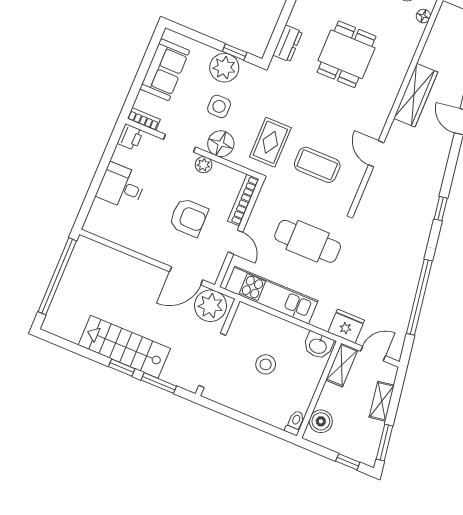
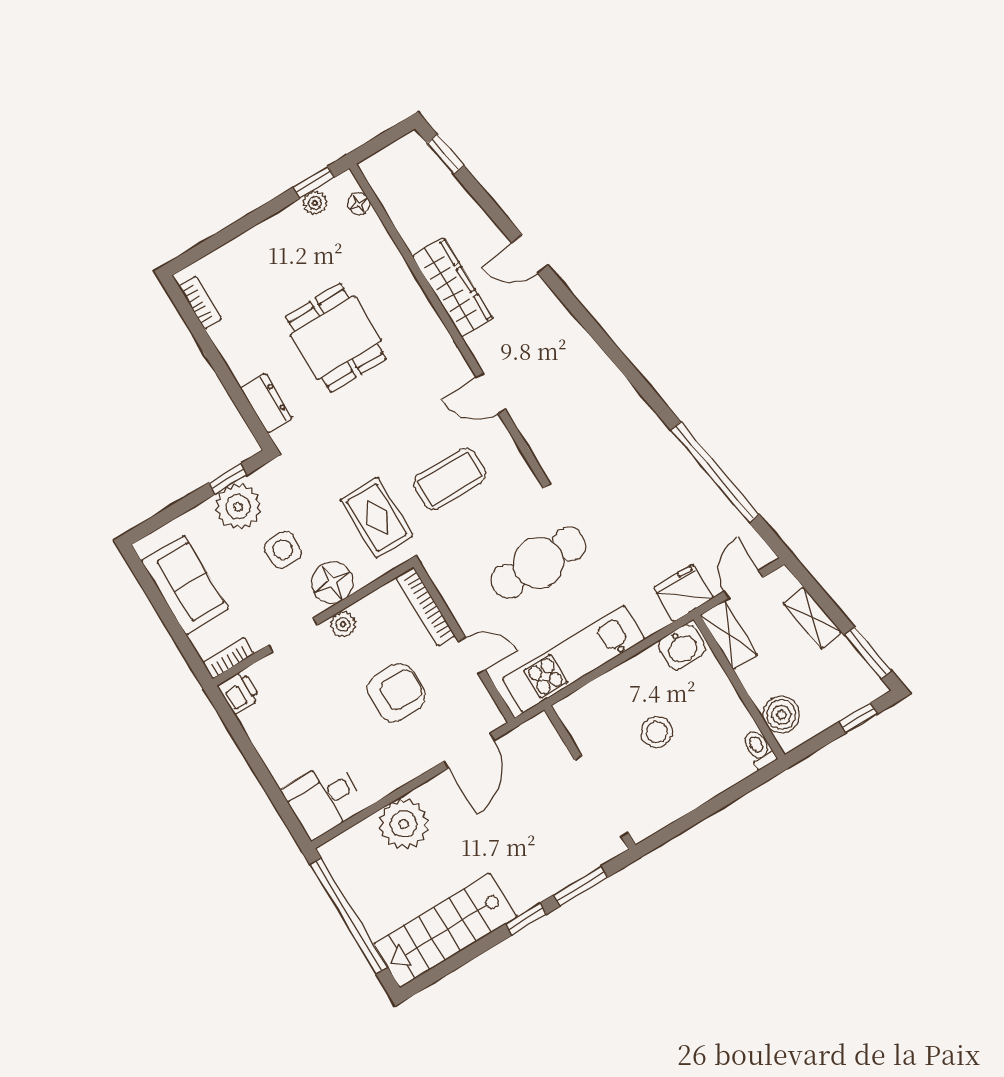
desk: (121, 186) -> (323, 799), moved
window: (441, 209) -> (621, 362), removed
plant: (210, 306) -> (404, 824), moved
stairs: (124, 347) -> (445, 931), moved

